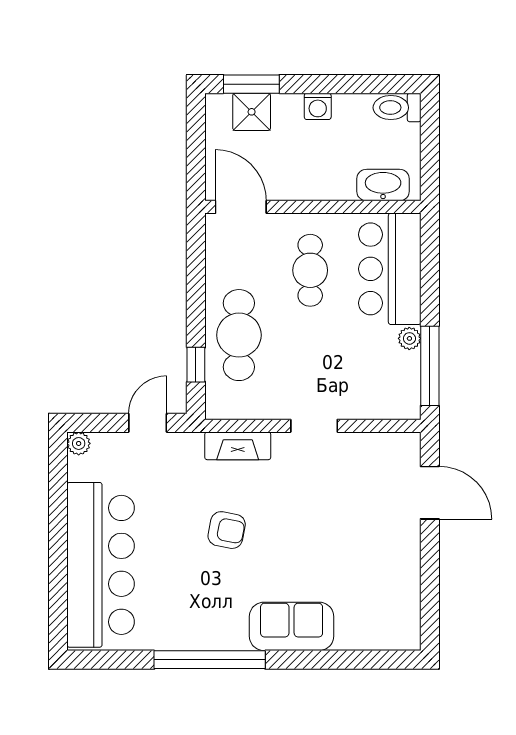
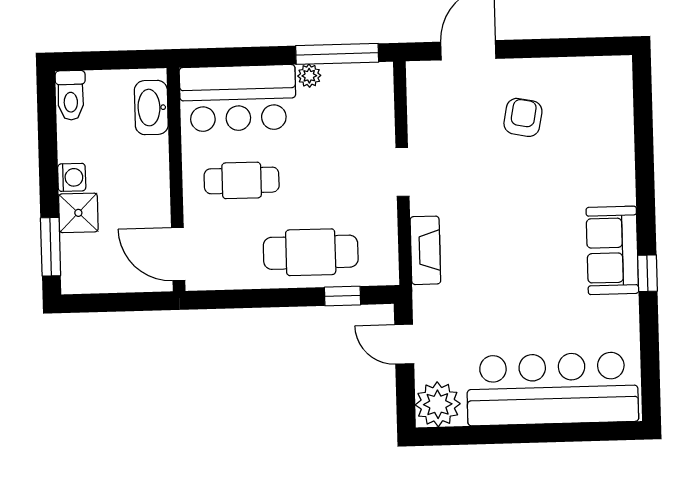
shower: (252, 112) -> (78, 213), moved
door: (241, 207) -> (178, 254), hinge flipped
plant: (79, 443) -> (438, 404), width x1.87, depth x1.87
armchair: (227, 530) -> (523, 117), moved
sofa: (292, 626) -> (612, 250), moved
window: (210, 660) -> (647, 273), width x0.32

